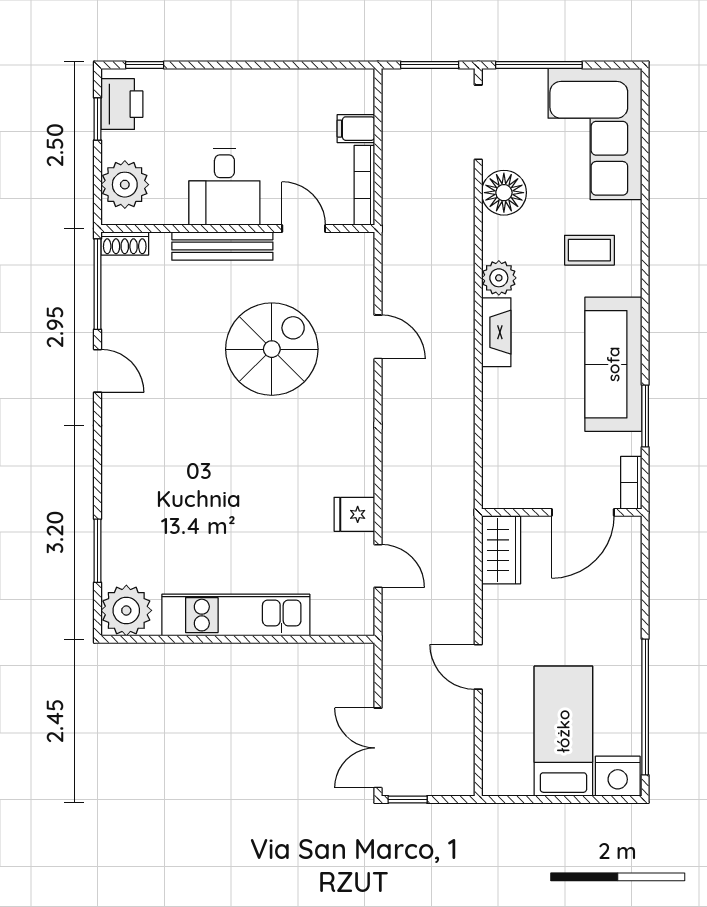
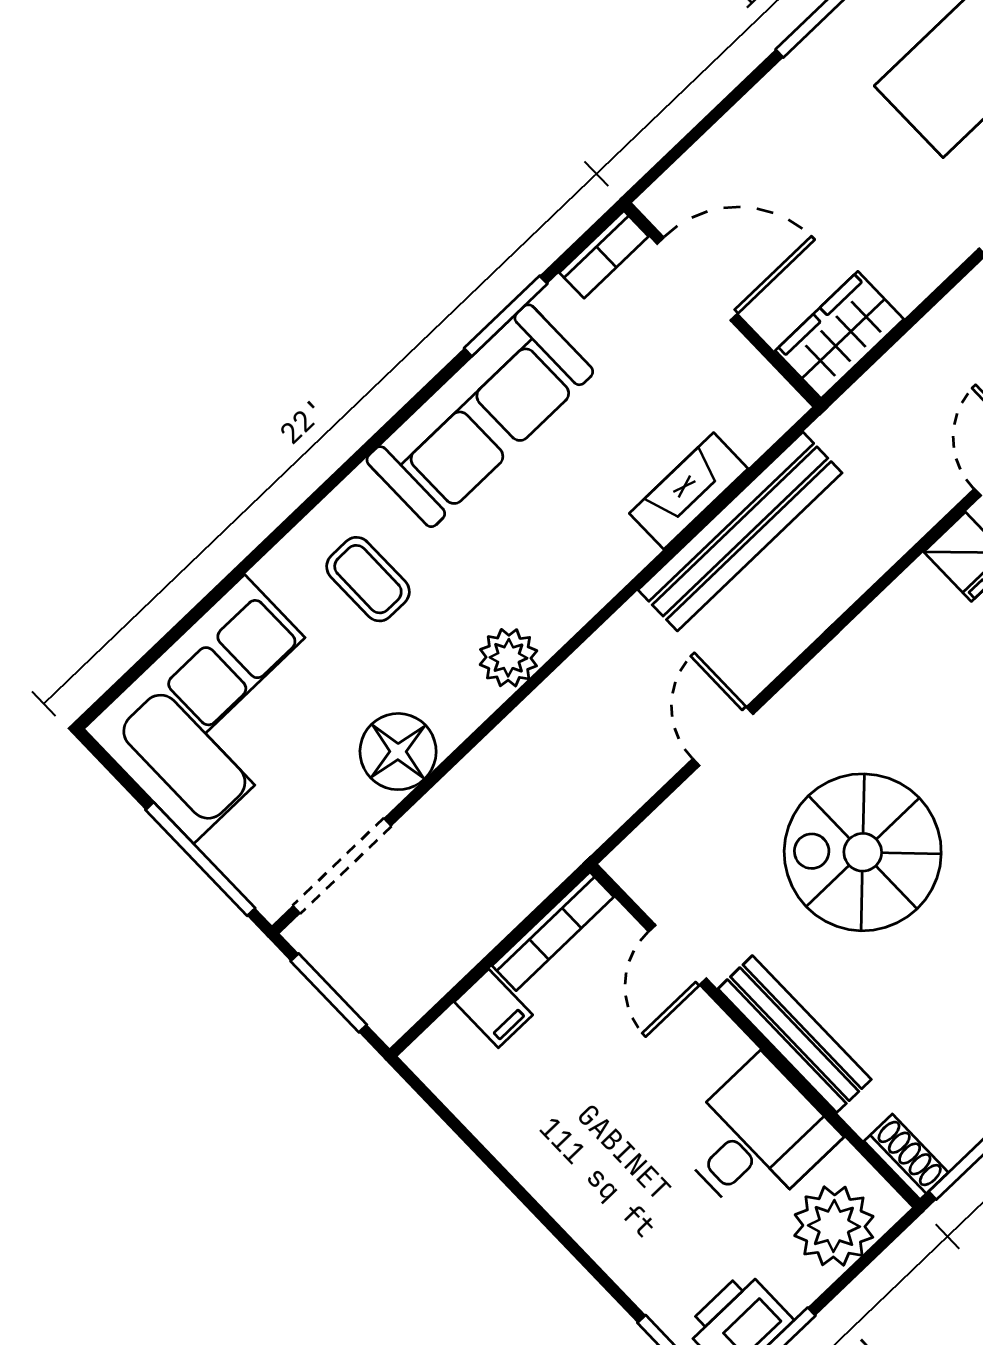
desk: (224, 187) -> (755, 1138), moved
fireplace: (496, 332) -> (689, 491), moved
bench: (458, 428) -> (740, 531), added

